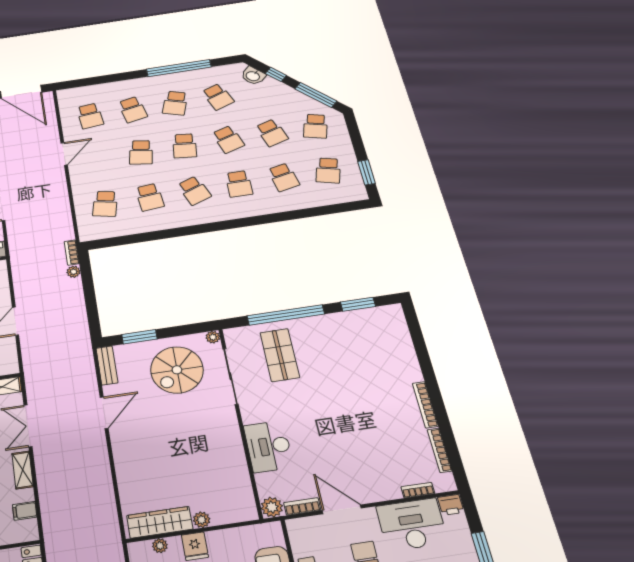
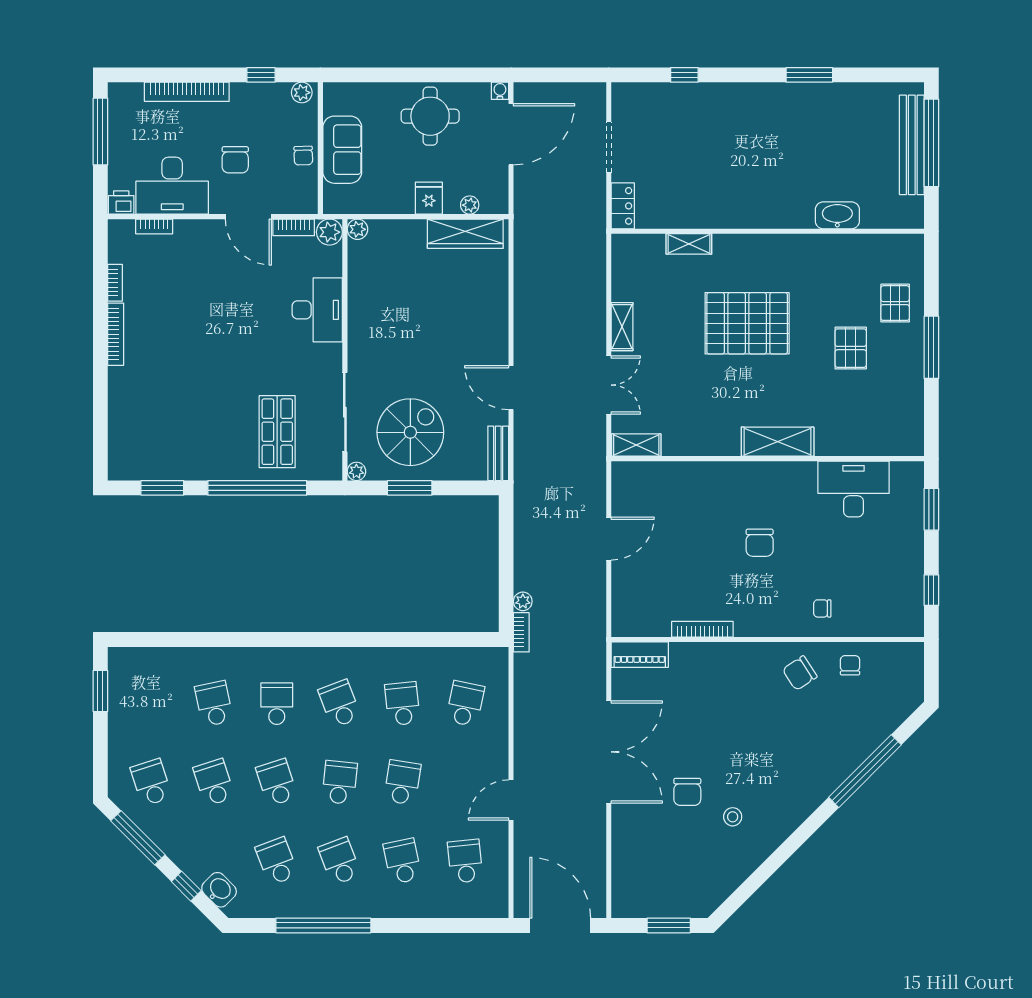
school desk: (175, 103) -> (340, 861), turned -39
school desk: (315, 126) -> (151, 782), turned -33
school desk: (328, 170) -> (151, 704), removed
window: (139, 337) -> (410, 488), moved
door: (104, 413) -> (511, 388), hinge flipped
bookcase: (440, 450) -> (115, 283), width x0.64
filing cabinet: (25, 511) -> (625, 273), removed
plant: (202, 520) -> (357, 229), moved

